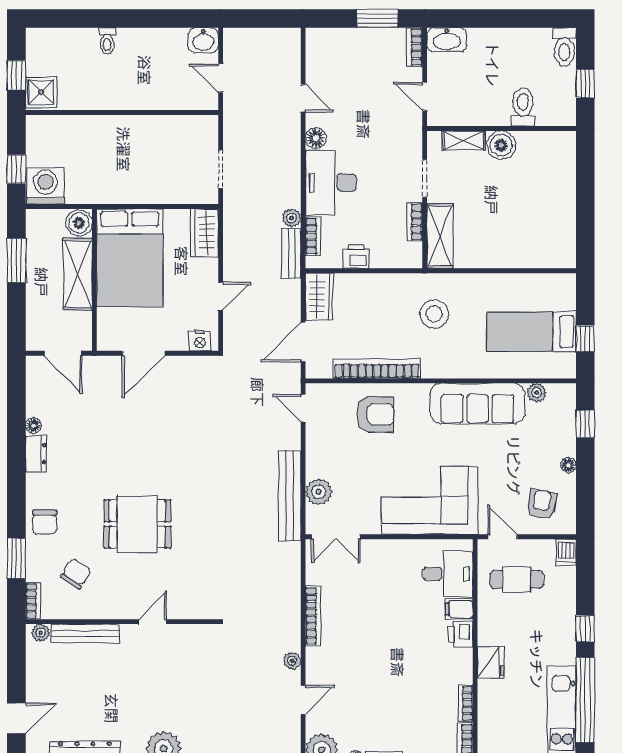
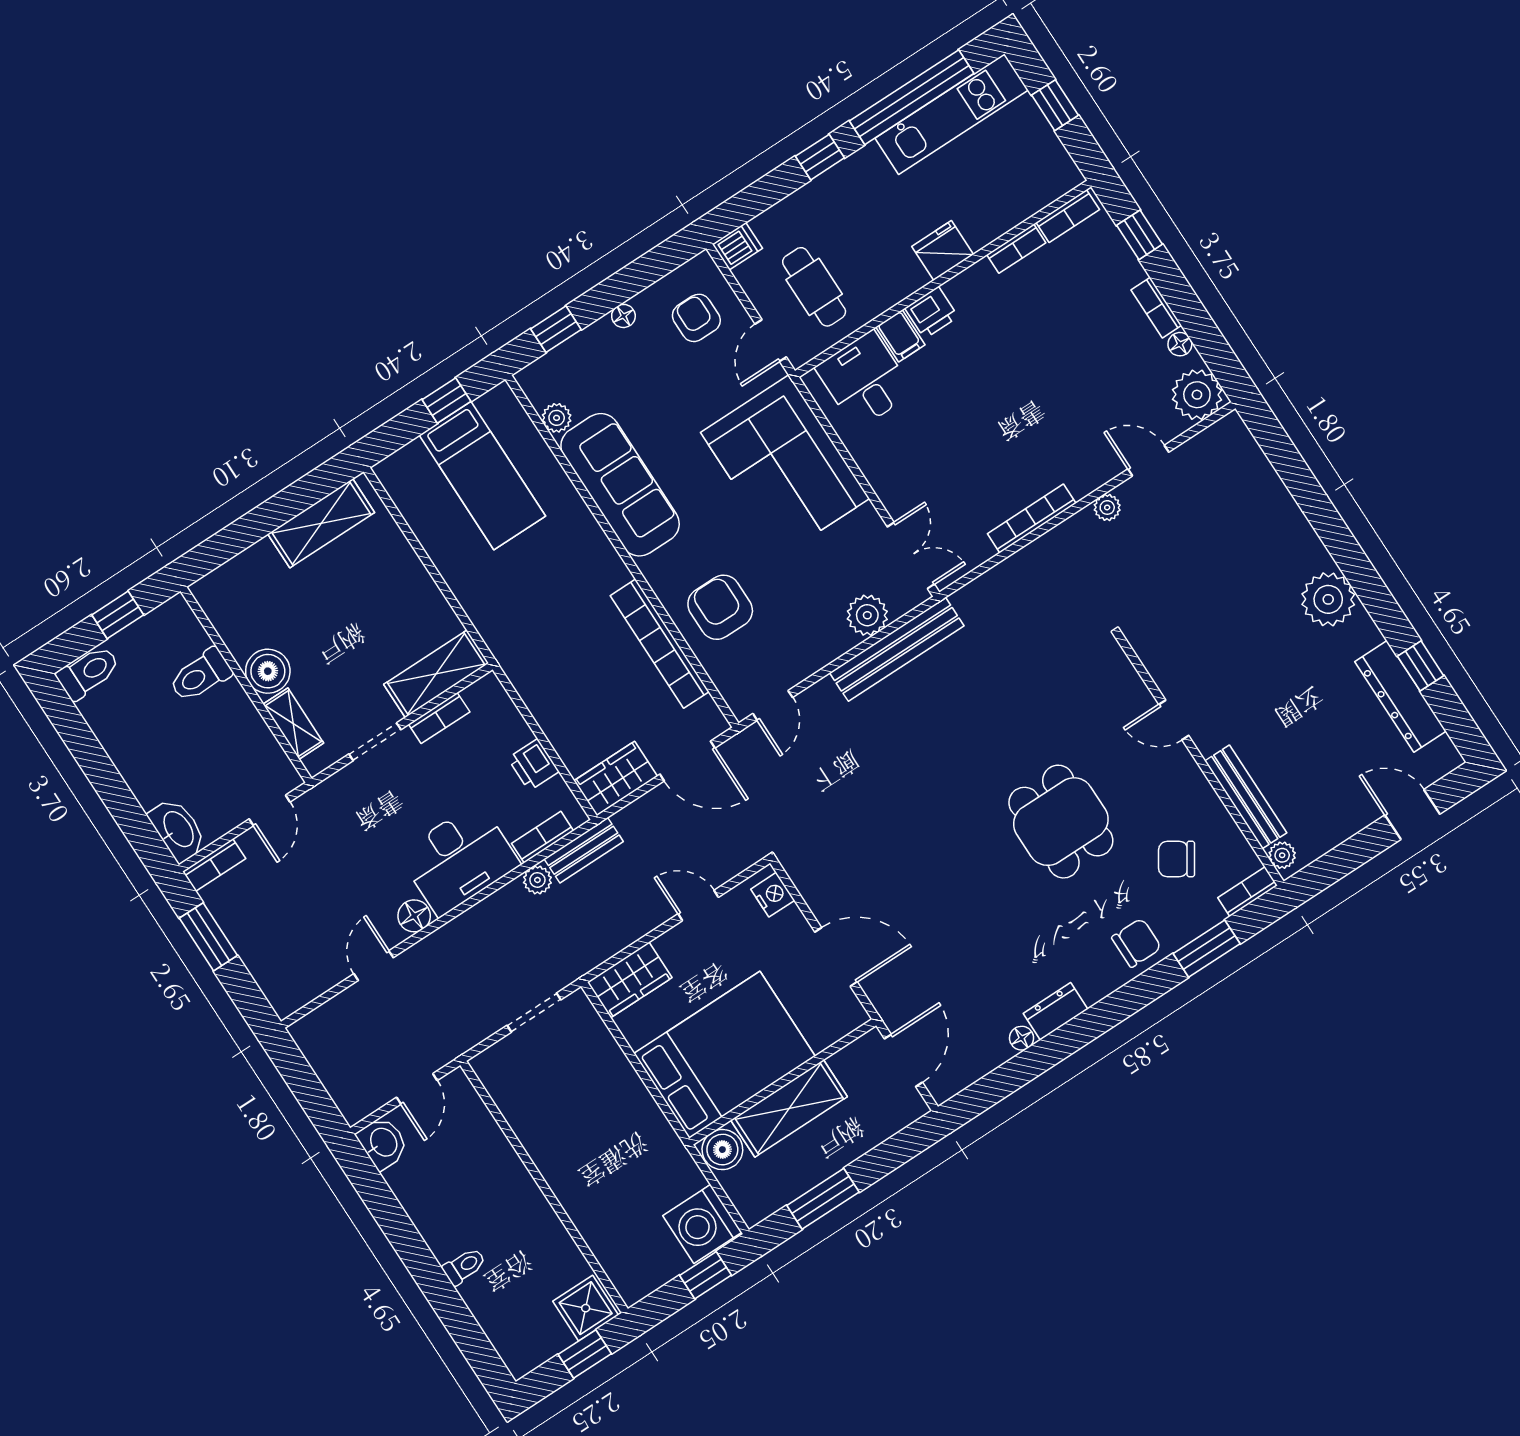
shelving: (563, 227) -> (321, 523), added
stool: (434, 314) -> (541, 616), removed
armchair: (541, 504) -> (696, 318), turned 80

